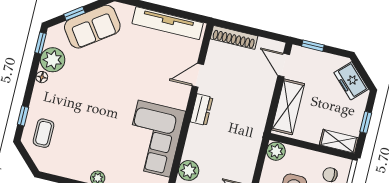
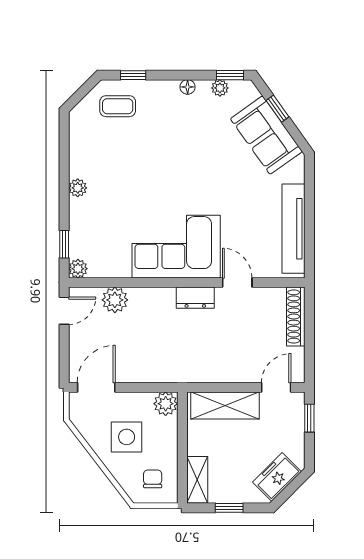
plant: (53, 60) -> (220, 88), width x0.53, depth x0.53
corner sofa: (154, 139) -> (176, 247), moved

